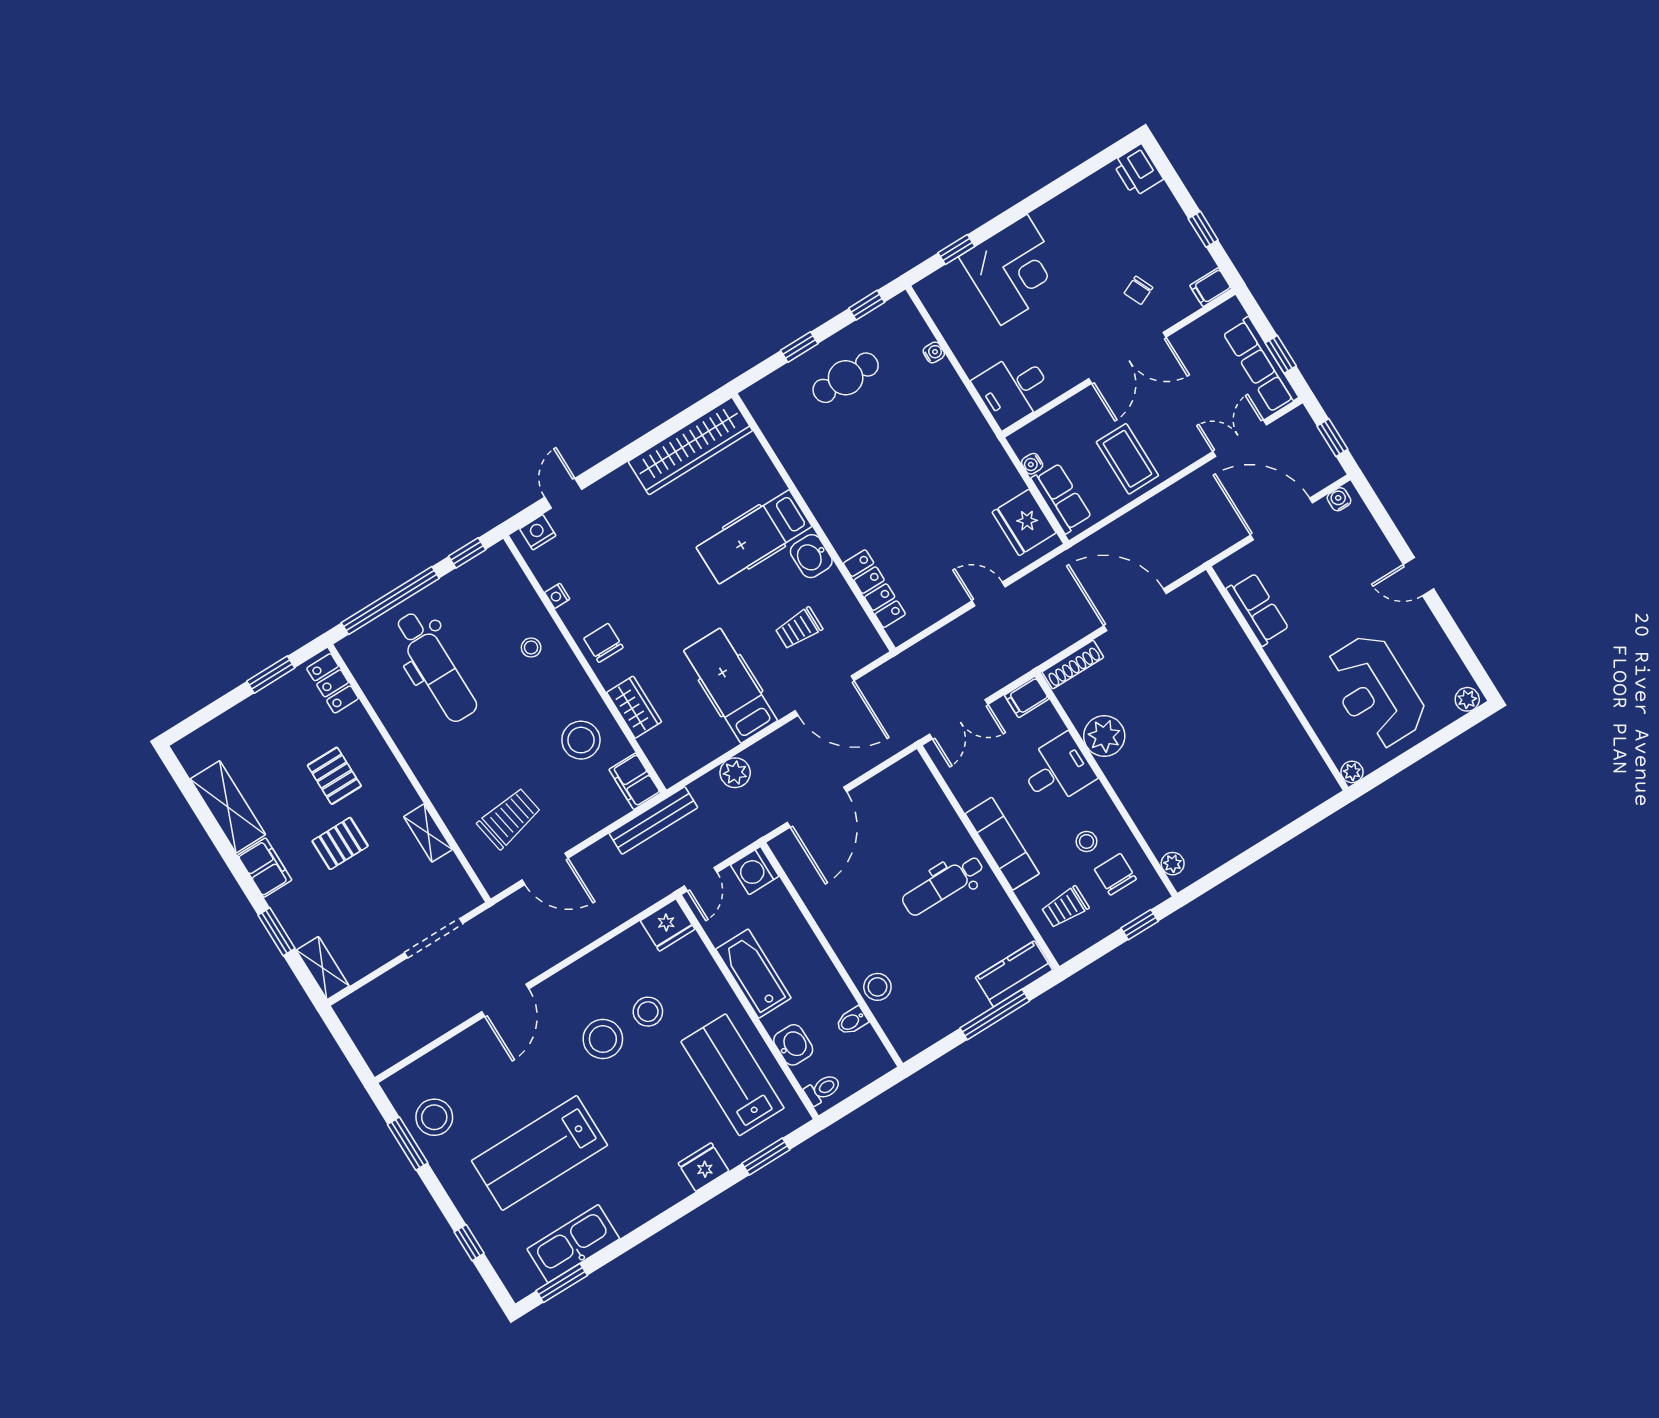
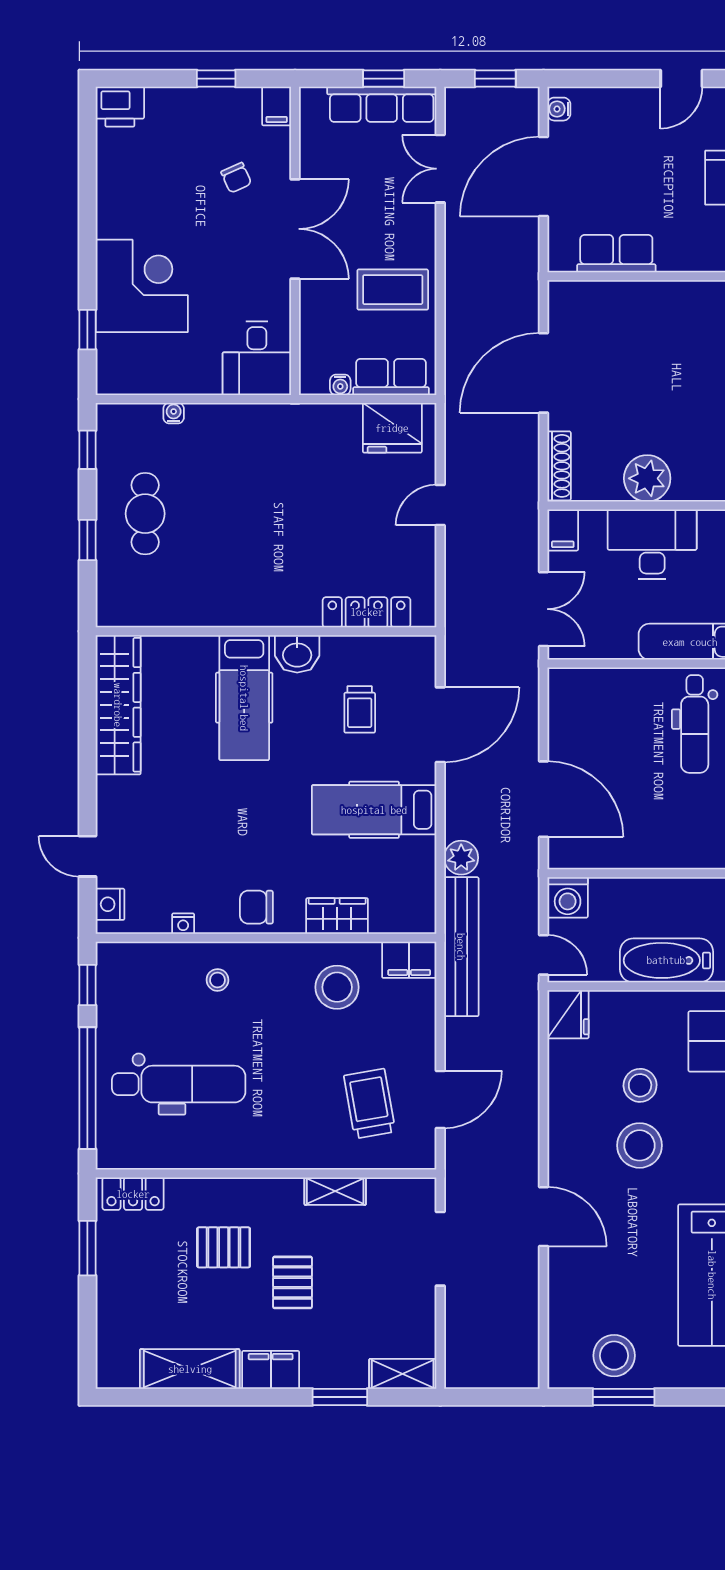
desk: (1057, 770) -> (652, 544), width x1.37
bench: (653, 820) -> (461, 947), width x1.37, depth x1.21

